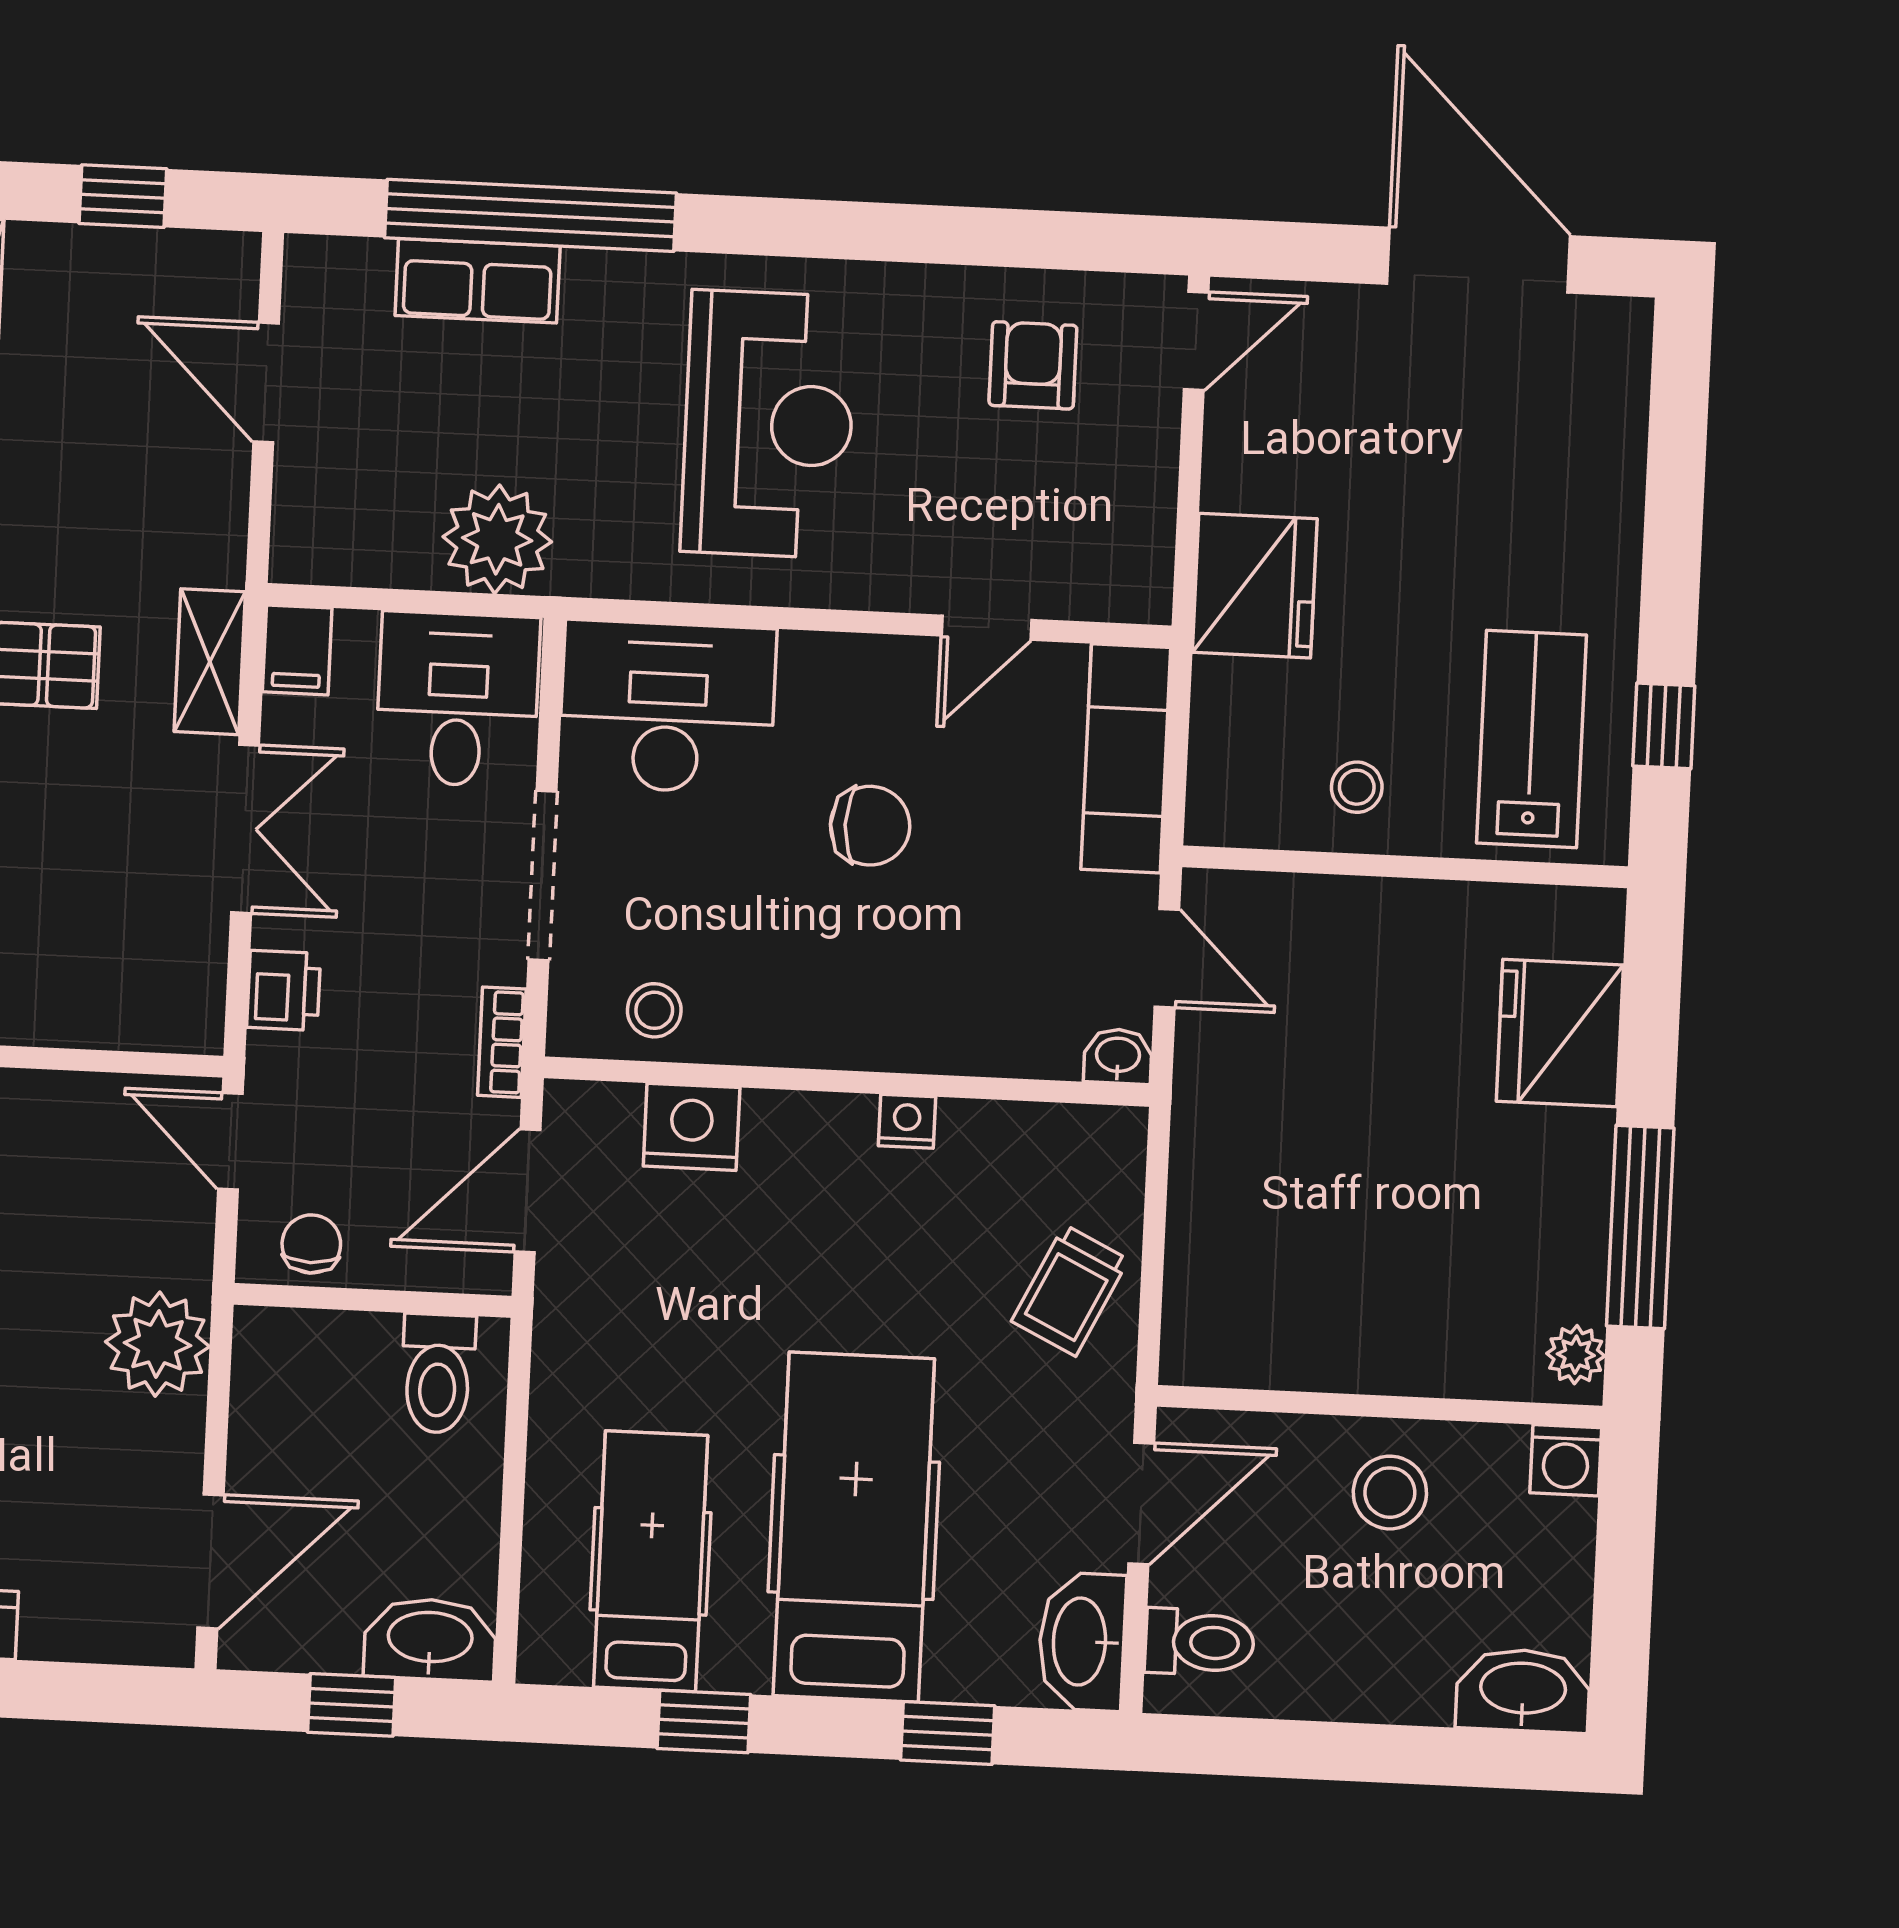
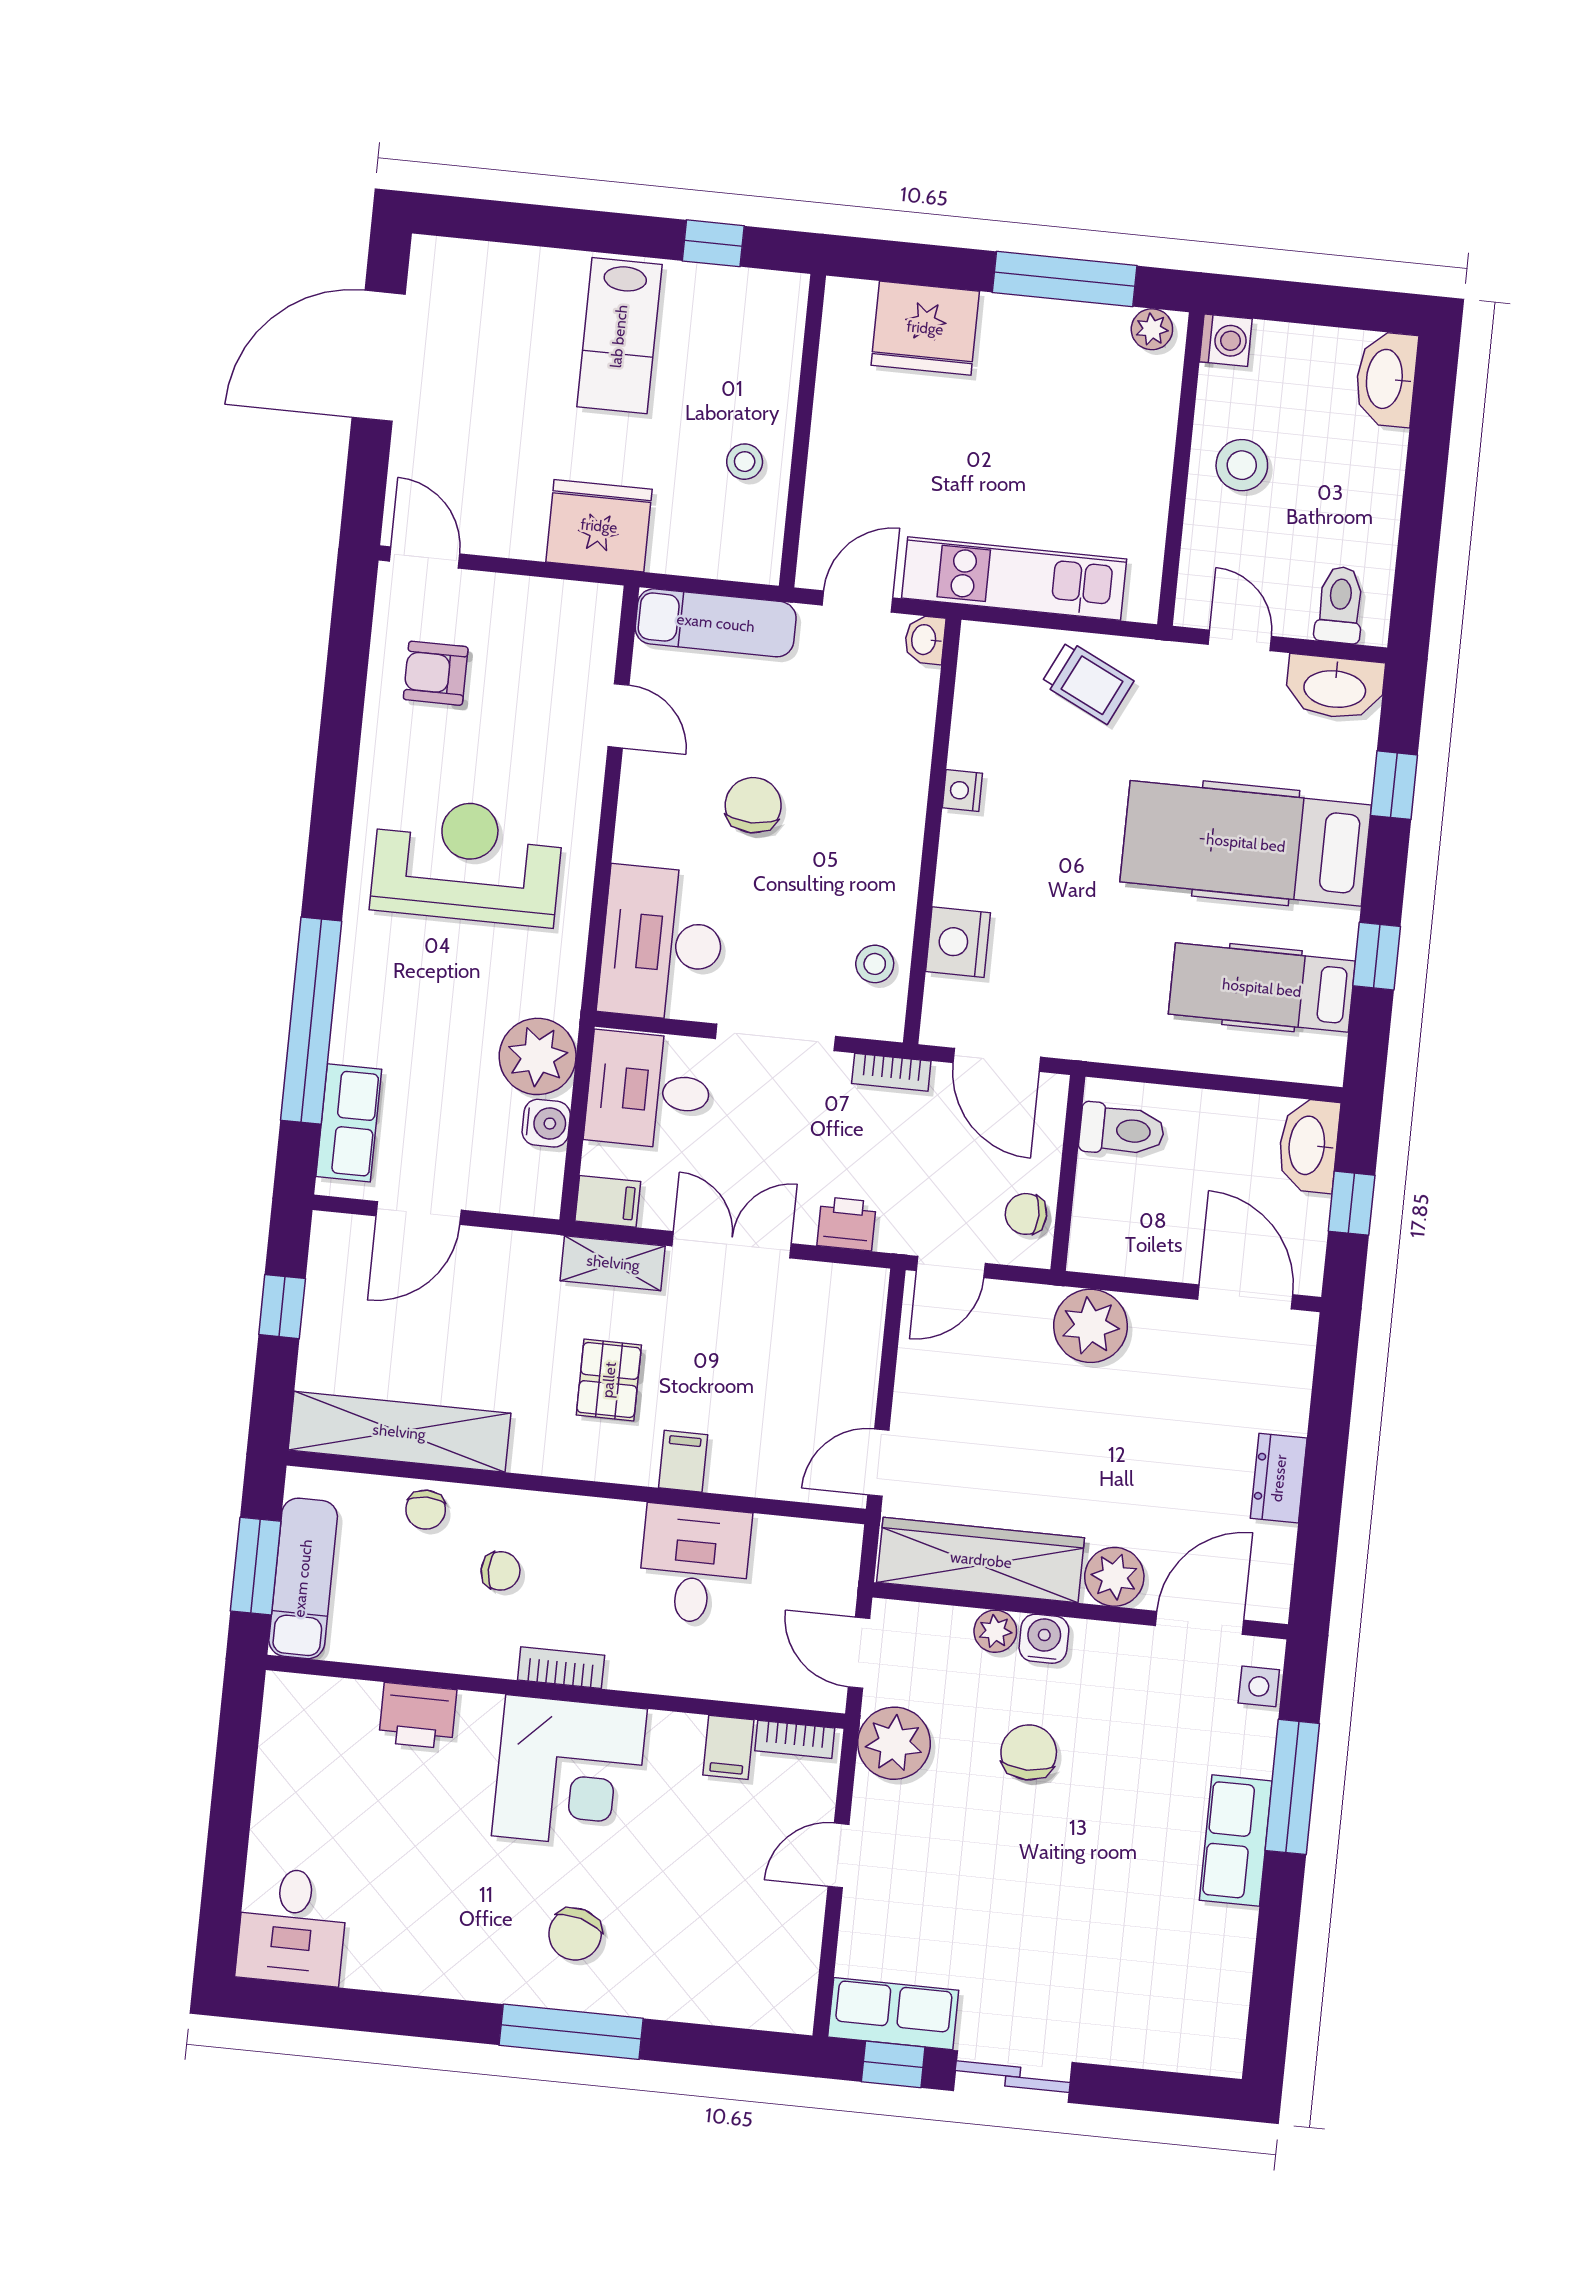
row of seats: (478, 281) -> (349, 1123), moved
water cooler: (403, 557) -> (546, 1123), added
lab bench: (1531, 739) -> (619, 336), moved, turned -90
kitchen unit: (1212, 1178) -> (1014, 578), added
door: (1141, 1503) -> (1240, 640), width x0.73

